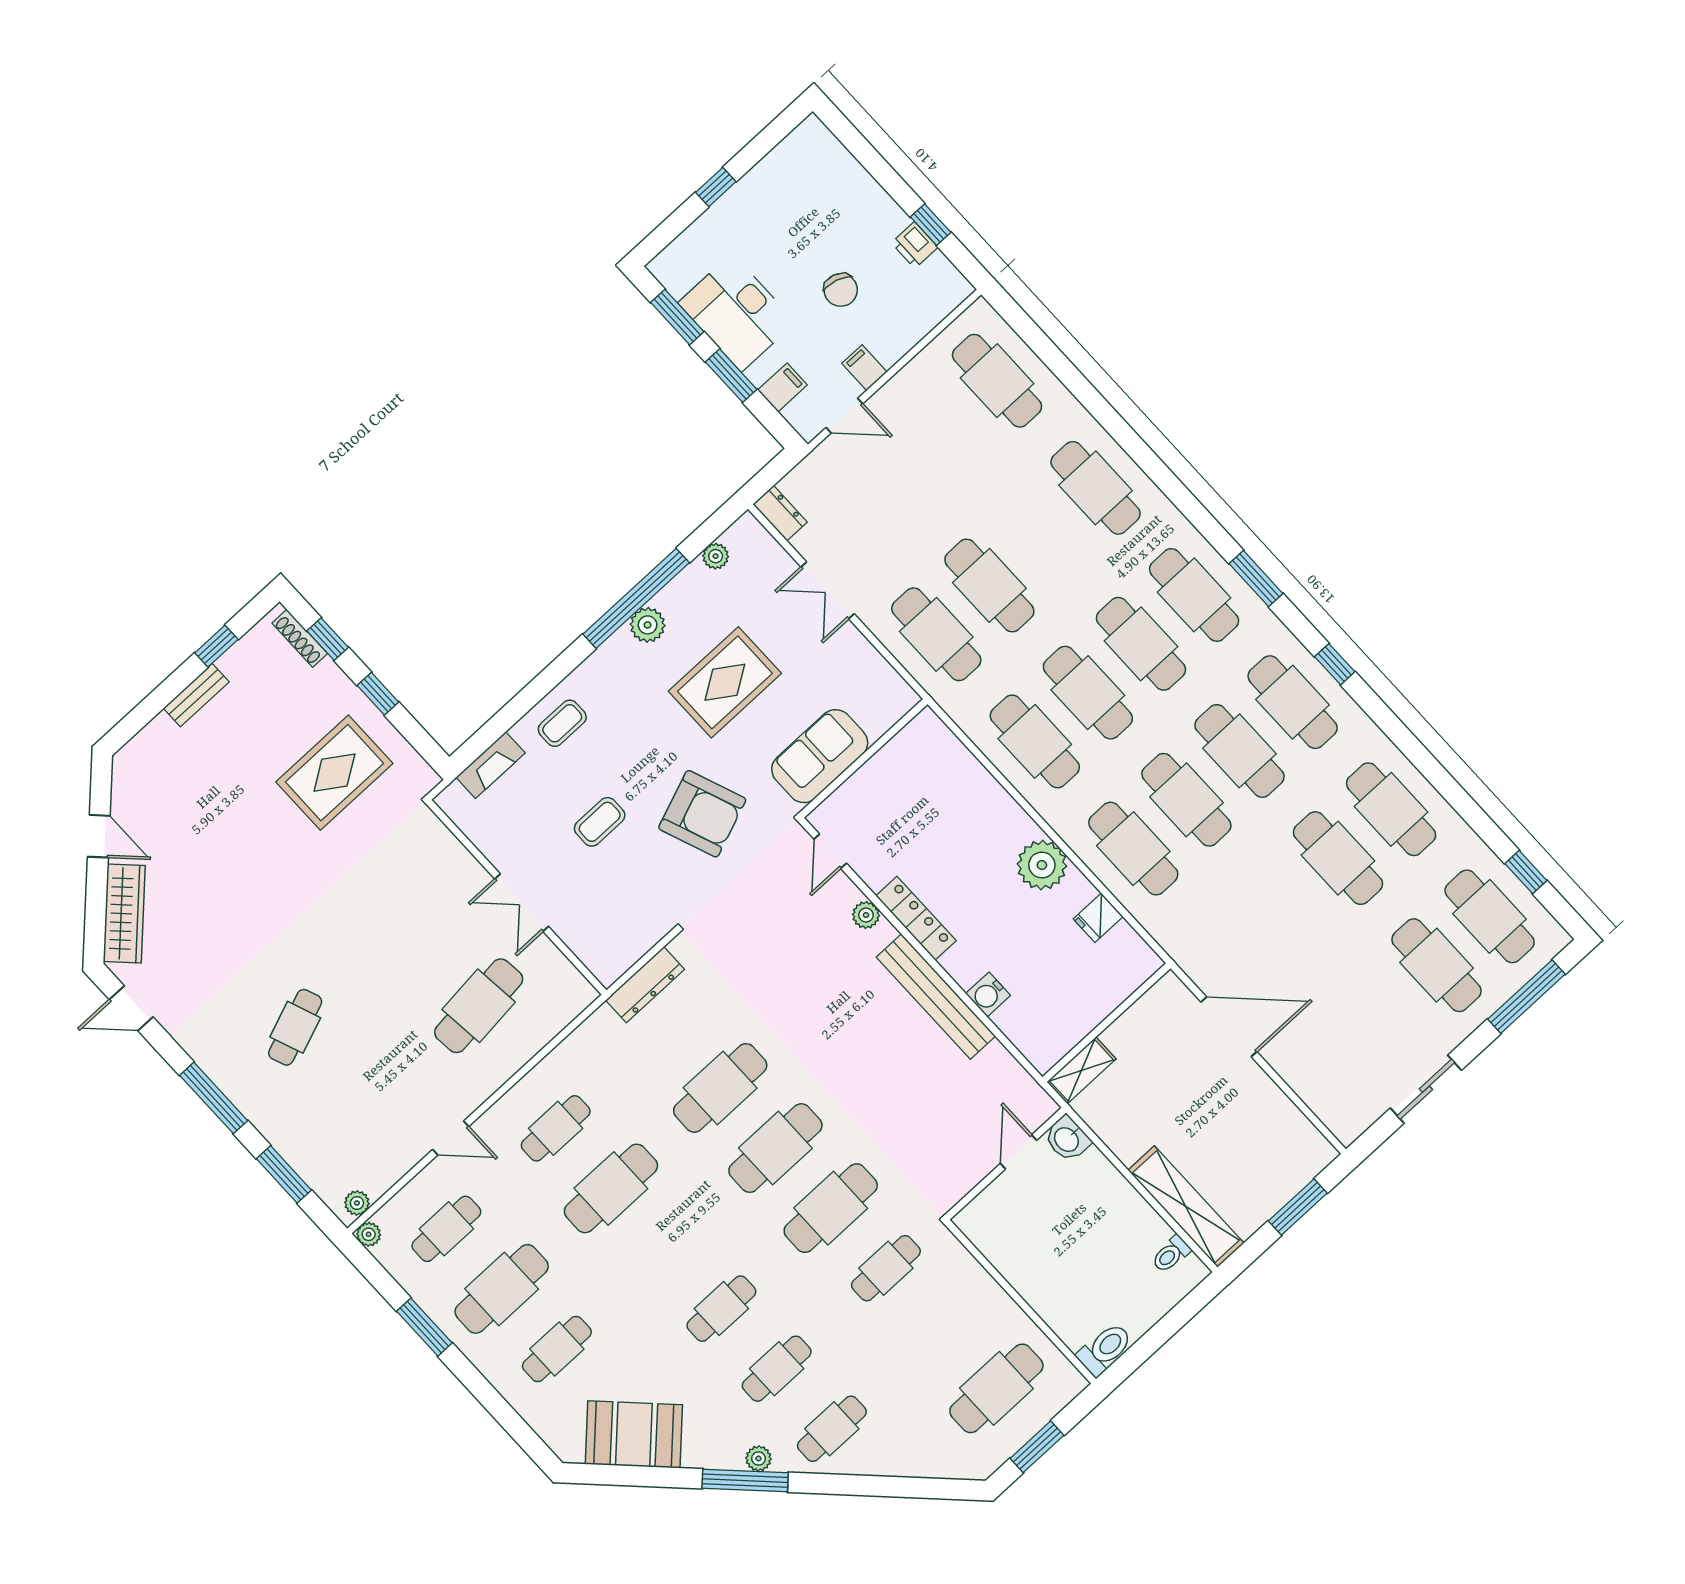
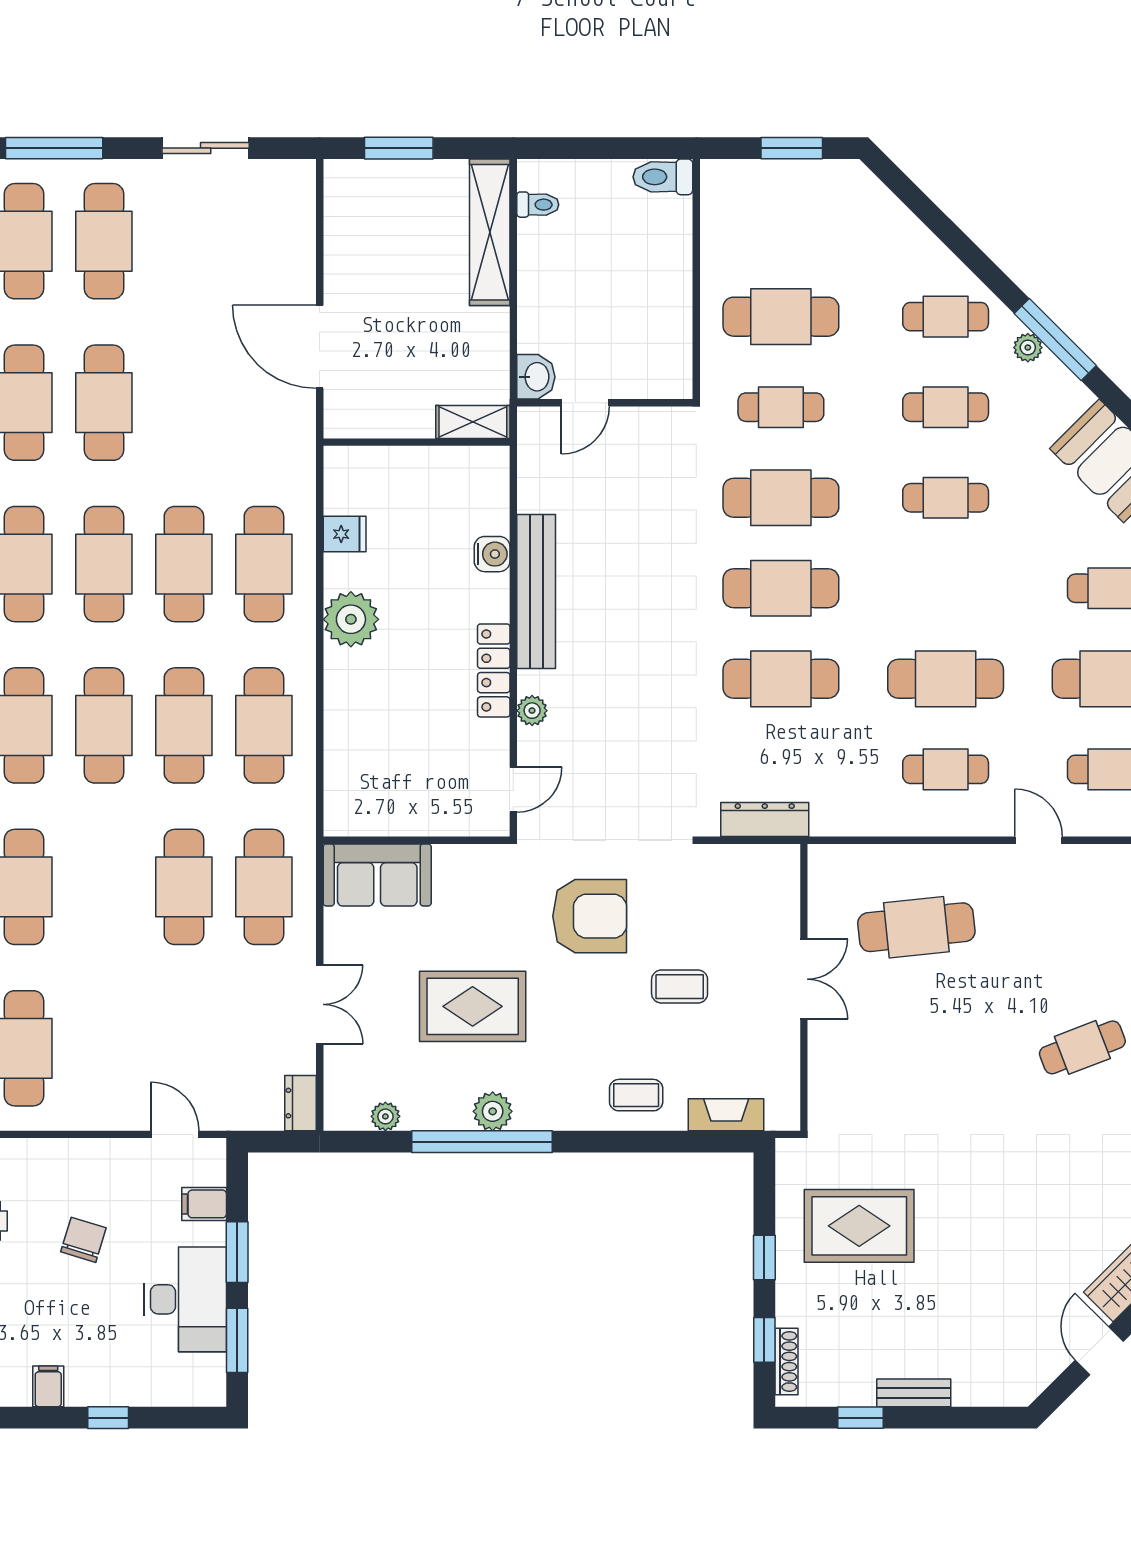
filing cabinet: (864, 368) -> (48, 1386), moved, turned 180
sofa: (820, 756) -> (377, 875), moved
armchair: (702, 814) -> (590, 916), turned 111
cafe table: (996, 1388) -> (781, 317), moved

